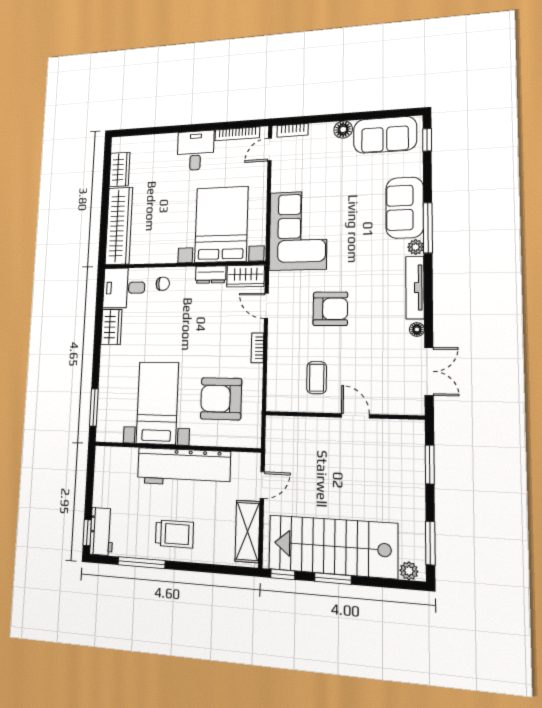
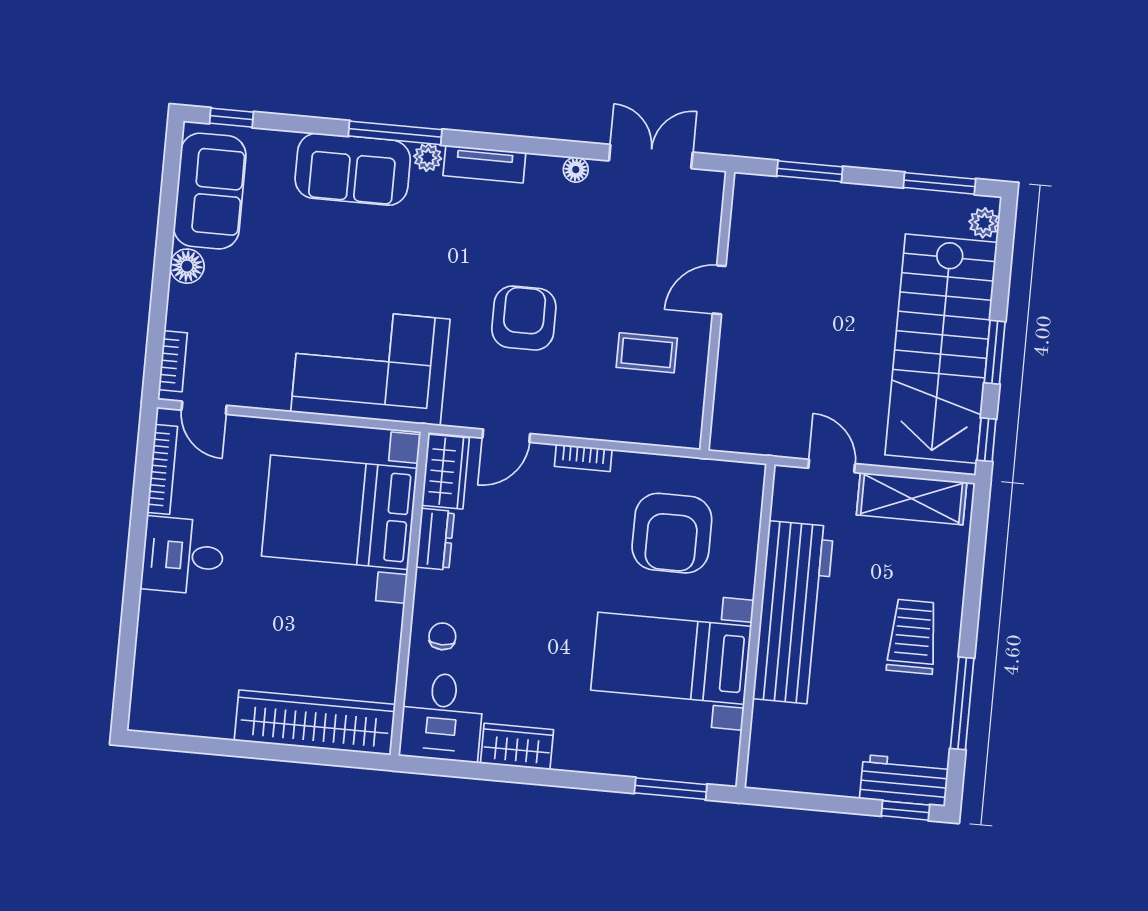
wardrobe: (120, 169) -> (198, 717), removed
tv unit: (415, 288) -> (484, 164), width x0.71

